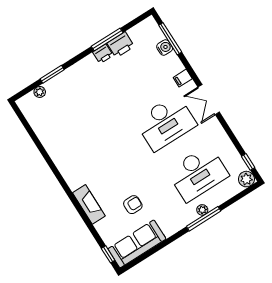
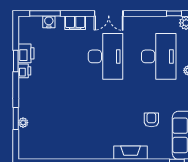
window: (107, 40) -> (16, 61), width x0.69
filing cabinet: (183, 78) -> (75, 23), width x2.00
plant: (40, 92) -> (23, 123), moved

